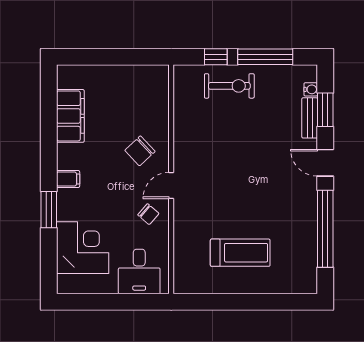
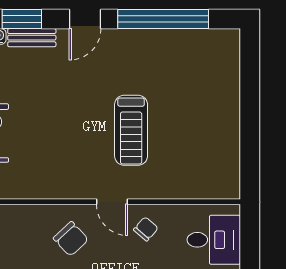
treadmill: (240, 253) -> (131, 130), moved, turned 180

